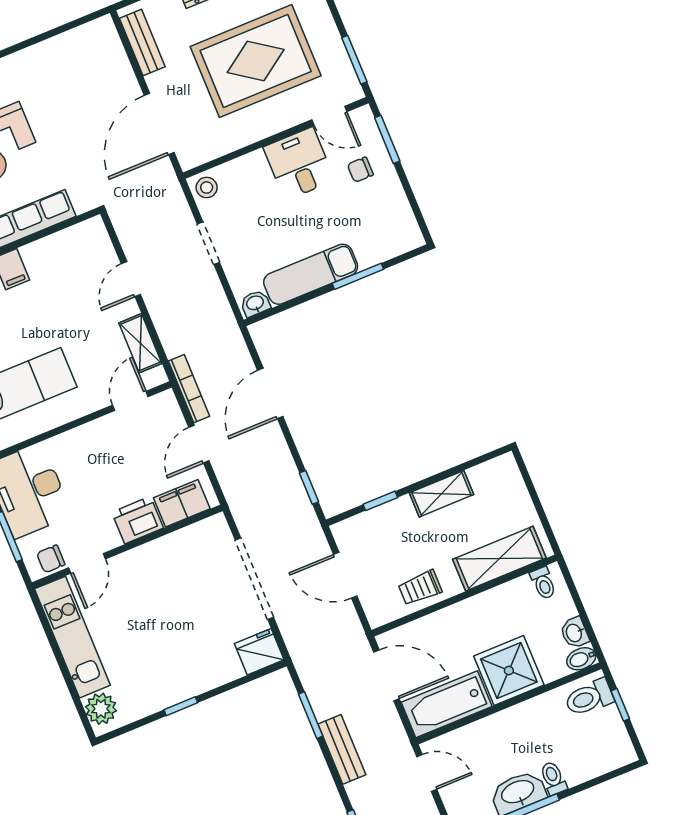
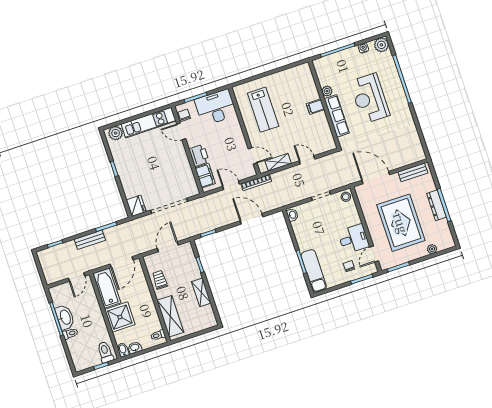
exam couch: (311, 274) -> (314, 271), moved

